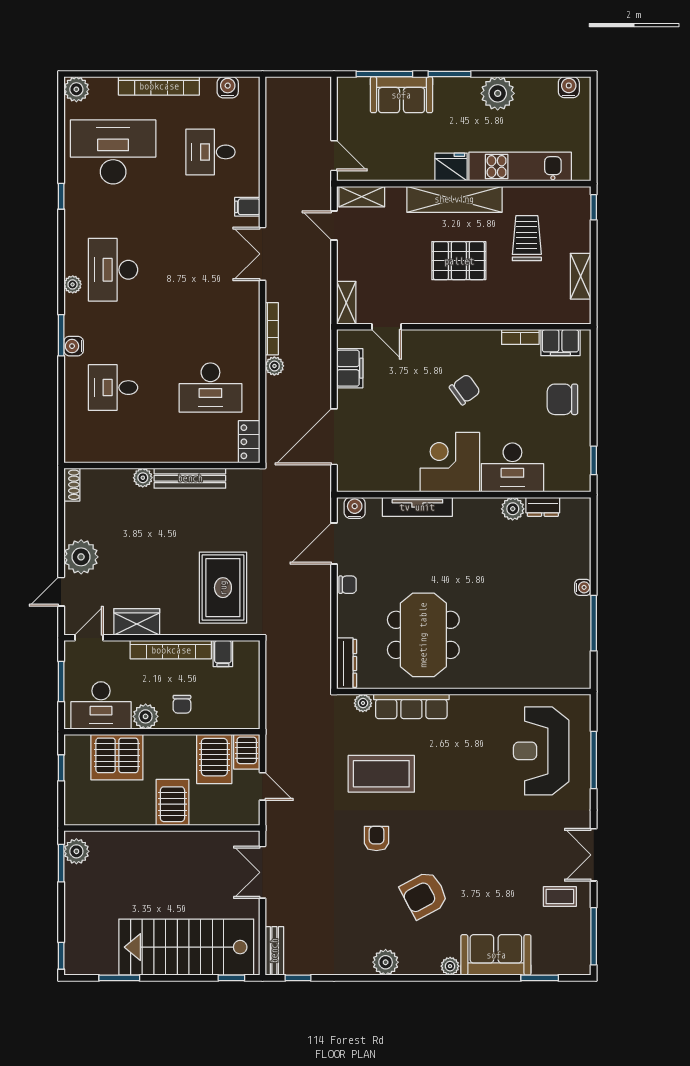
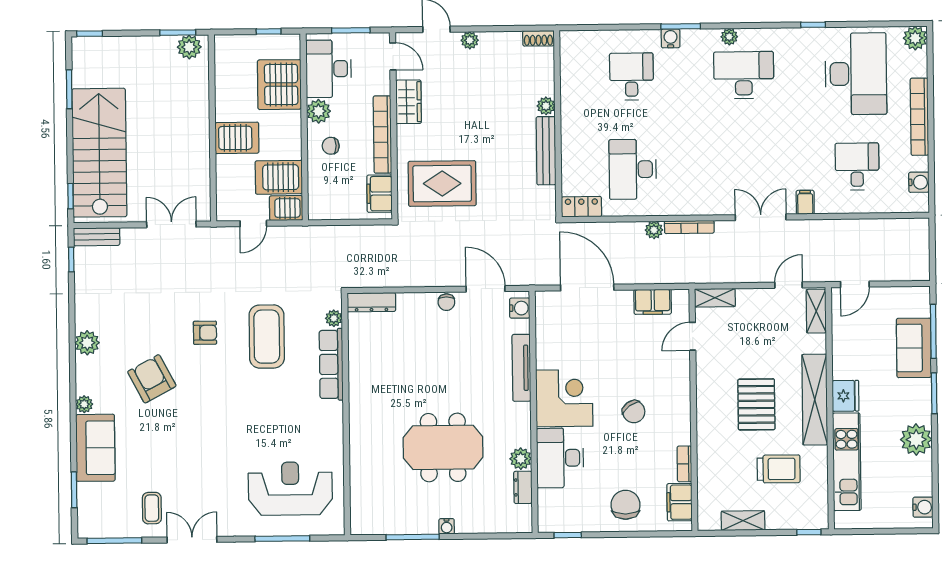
plant: (81, 557) -> (470, 40), width x0.53, depth x0.53
meeting table: (423, 635) -> (443, 447), moved
filing cabinet: (223, 654) -> (379, 194), width x2.00

